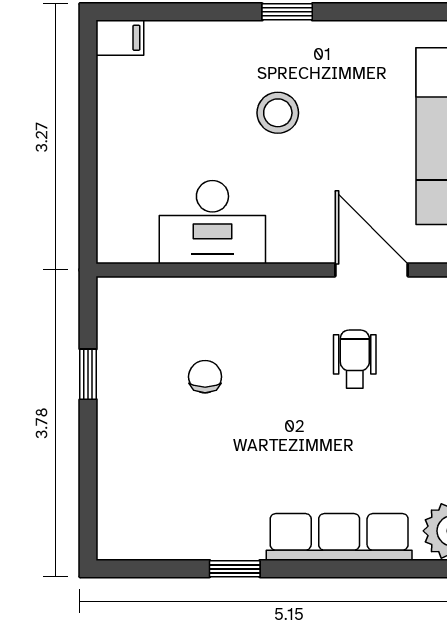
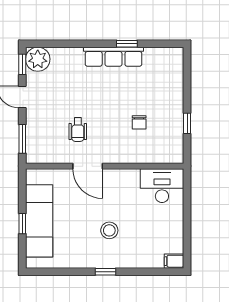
desk: (212, 222) -> (162, 186), moved
door: (372, 270) -> (88, 166), moved
row of seats: (339, 537) -> (114, 57), moved

